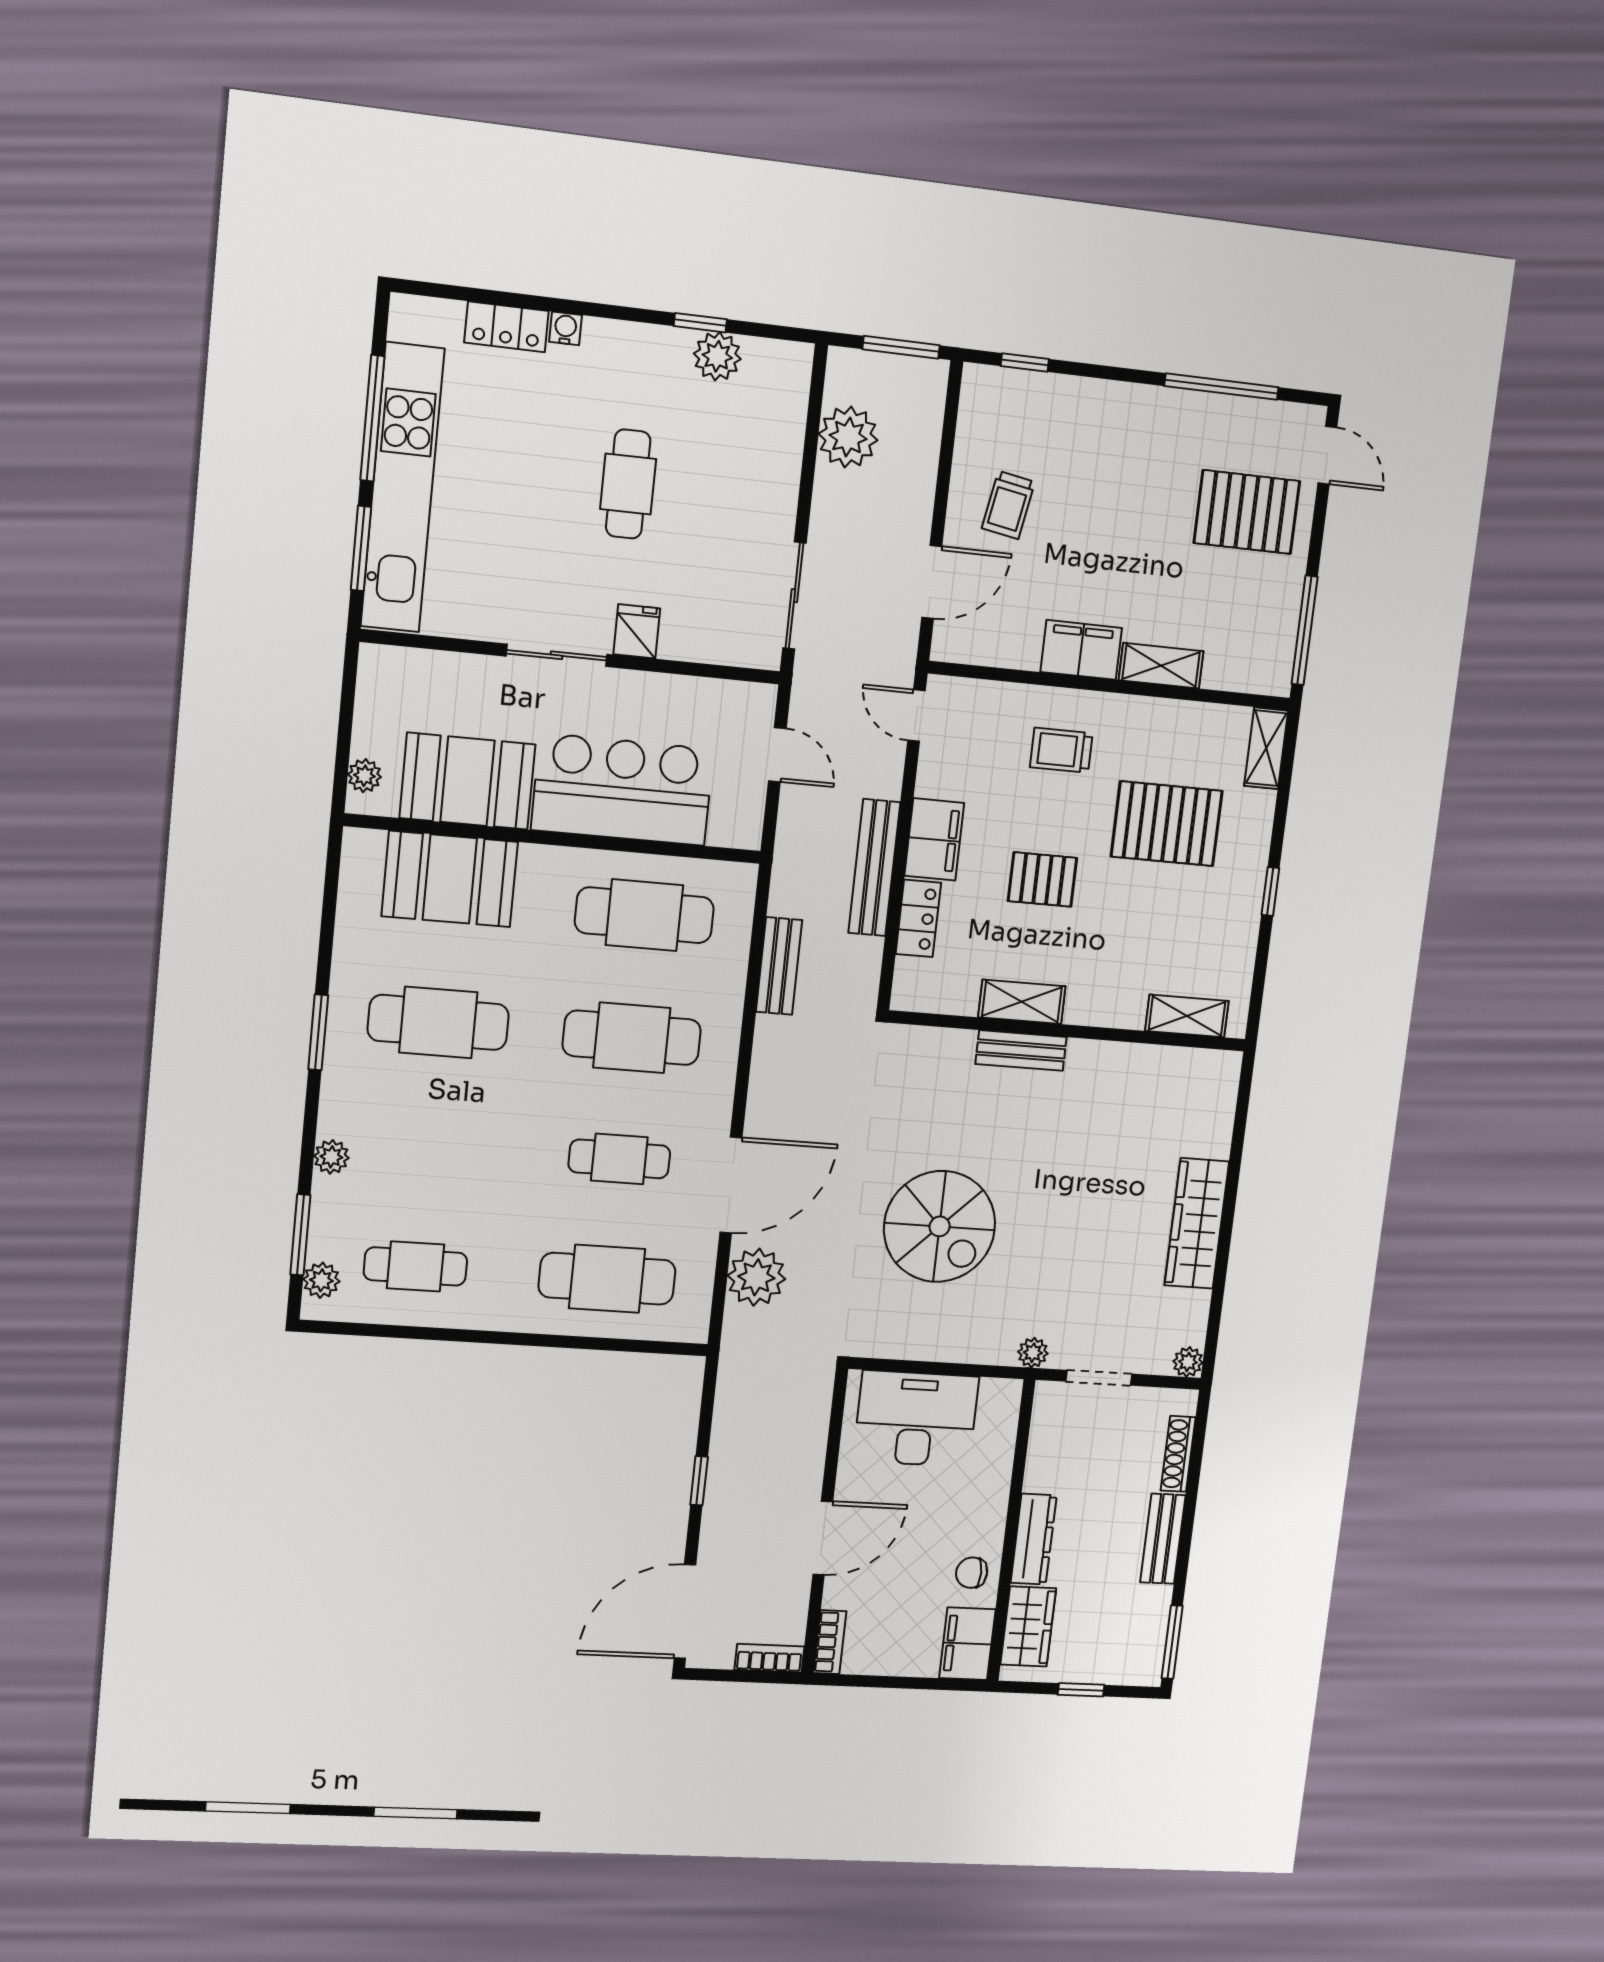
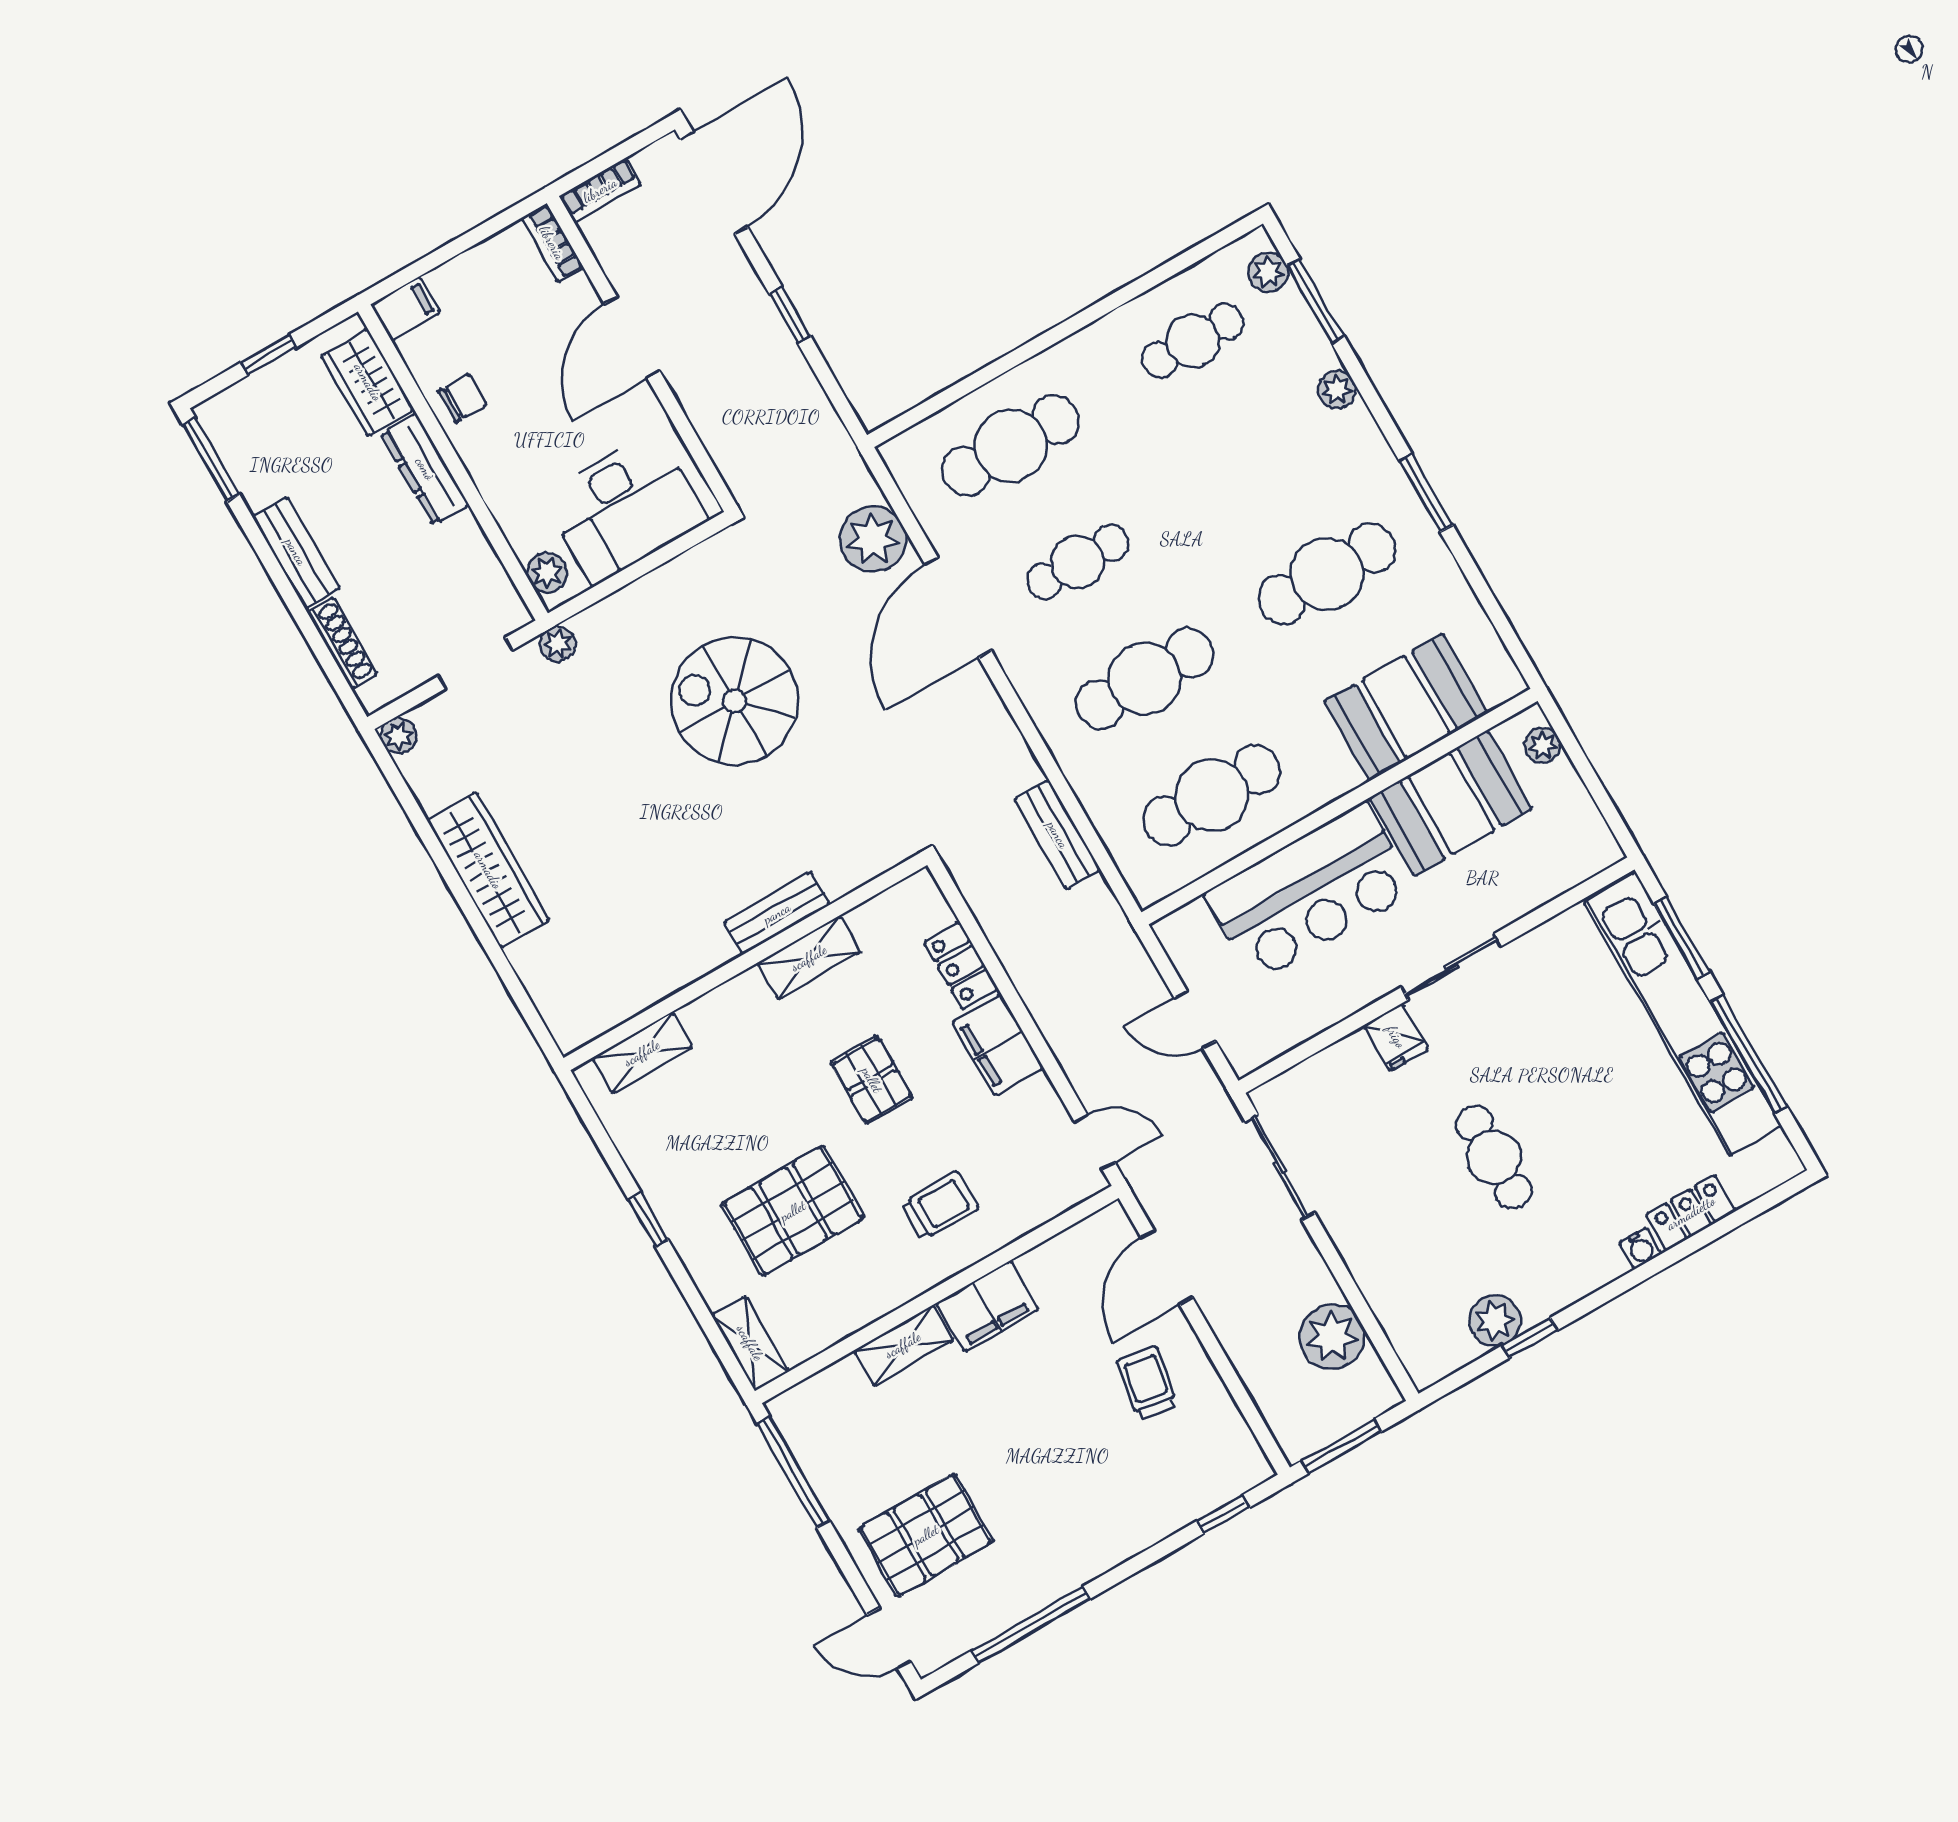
bench: (874, 868) -> (1034, 982), removed
pallet: (1042, 879) -> (872, 1080), turned 90
plant: (1003, 1409) -> (547, 572), added
filing cabinet: (967, 1644) -> (405, 309), width x0.50

